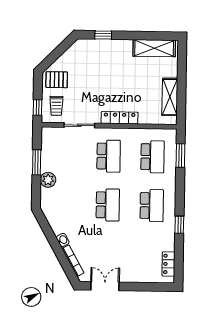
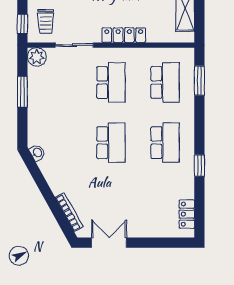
plant: (48, 180) -> (37, 57), moved
washbasin: (63, 240) -> (37, 153), moved

